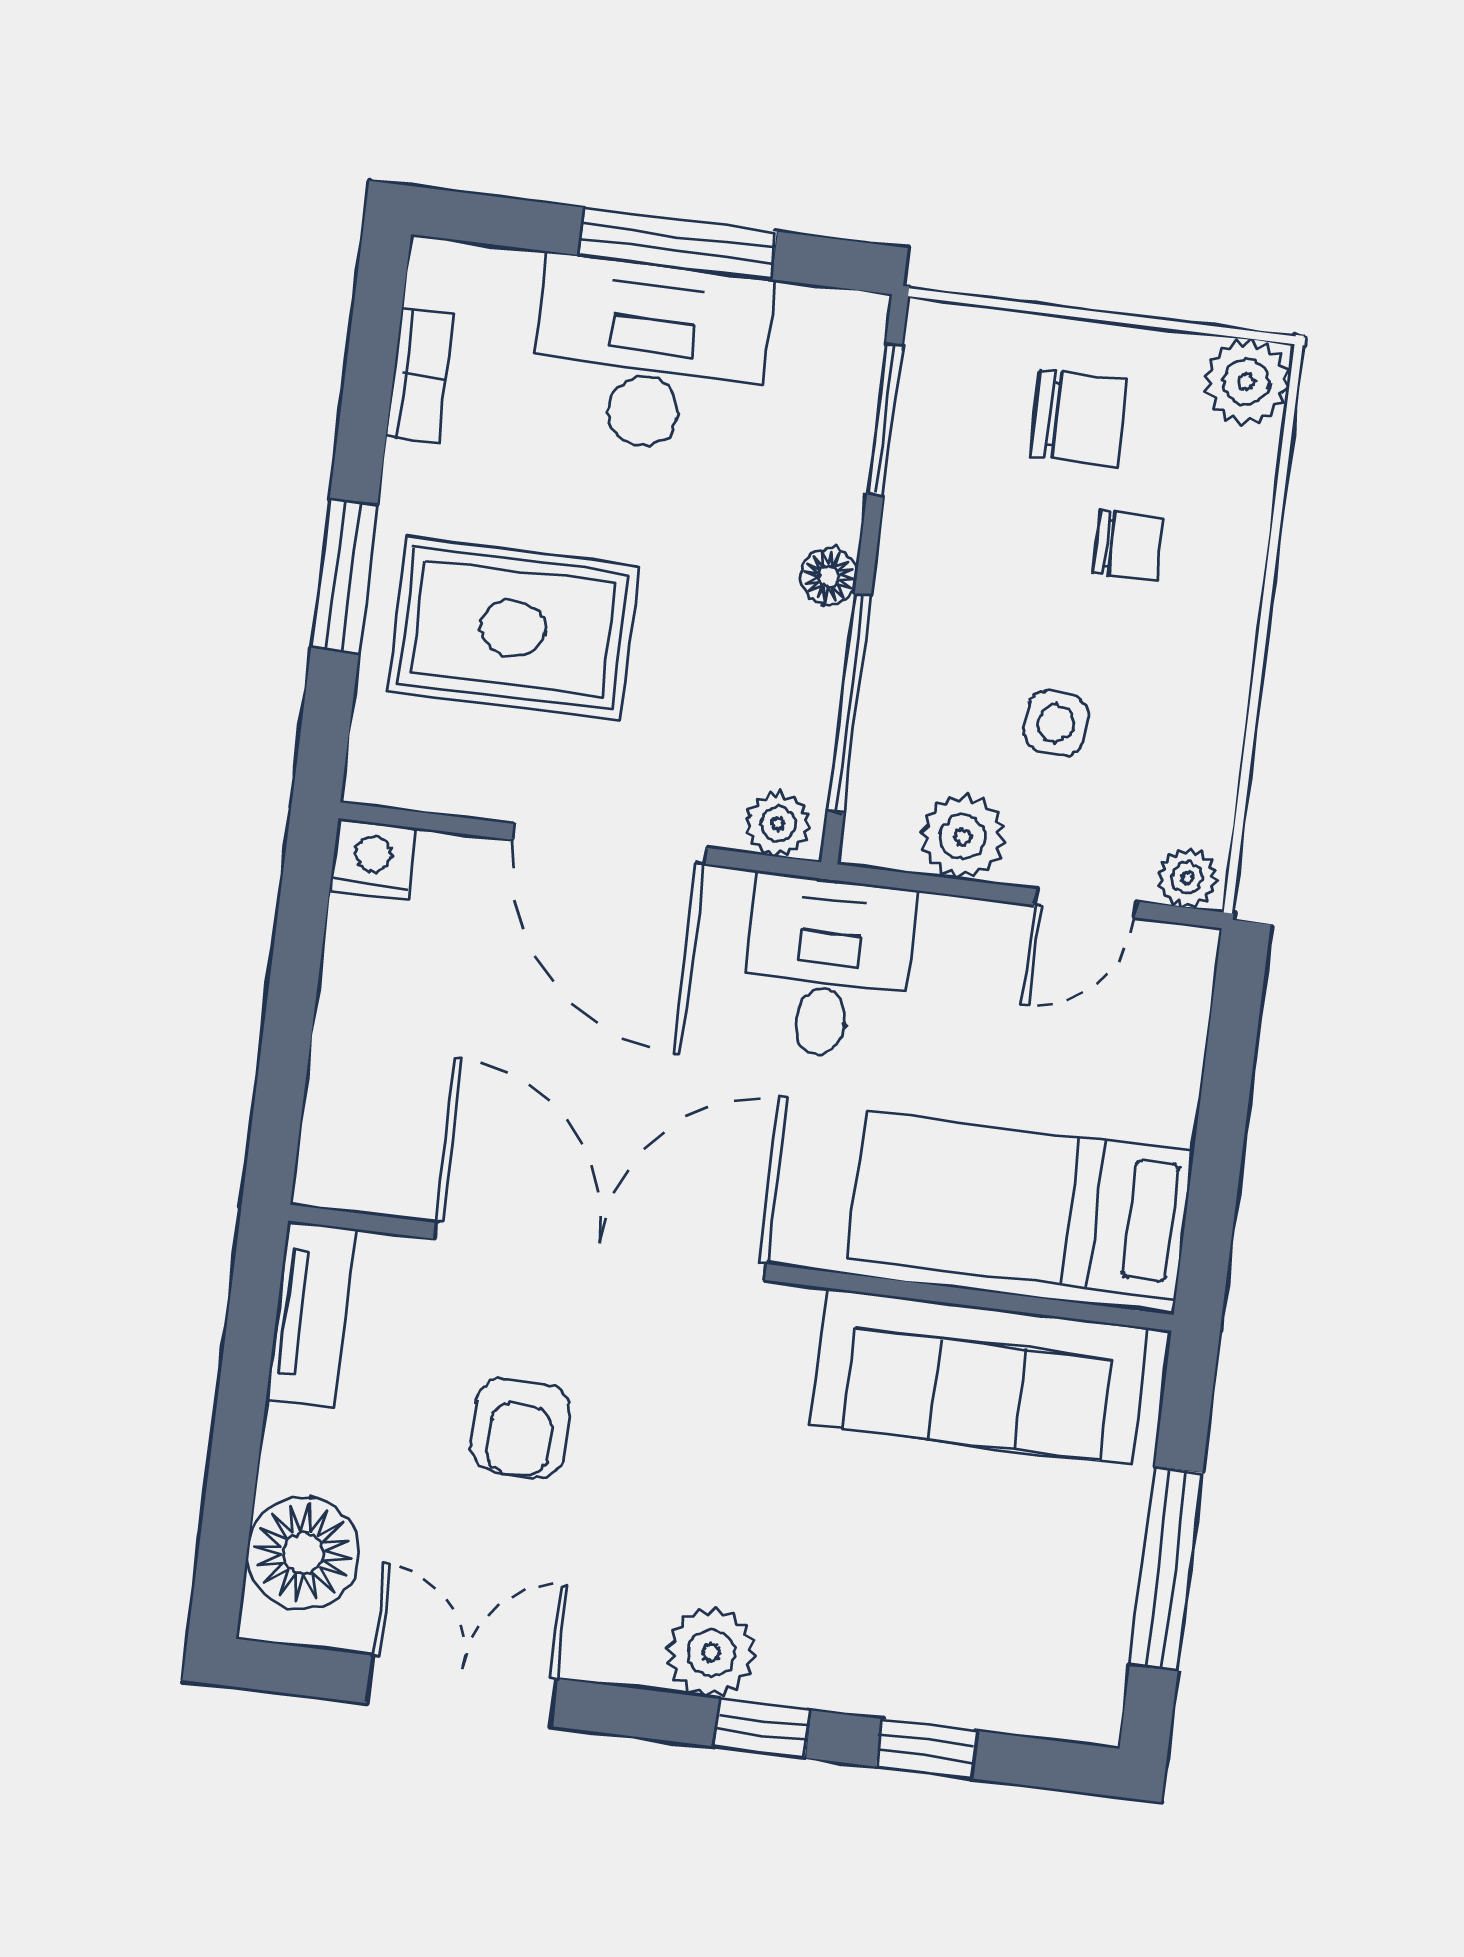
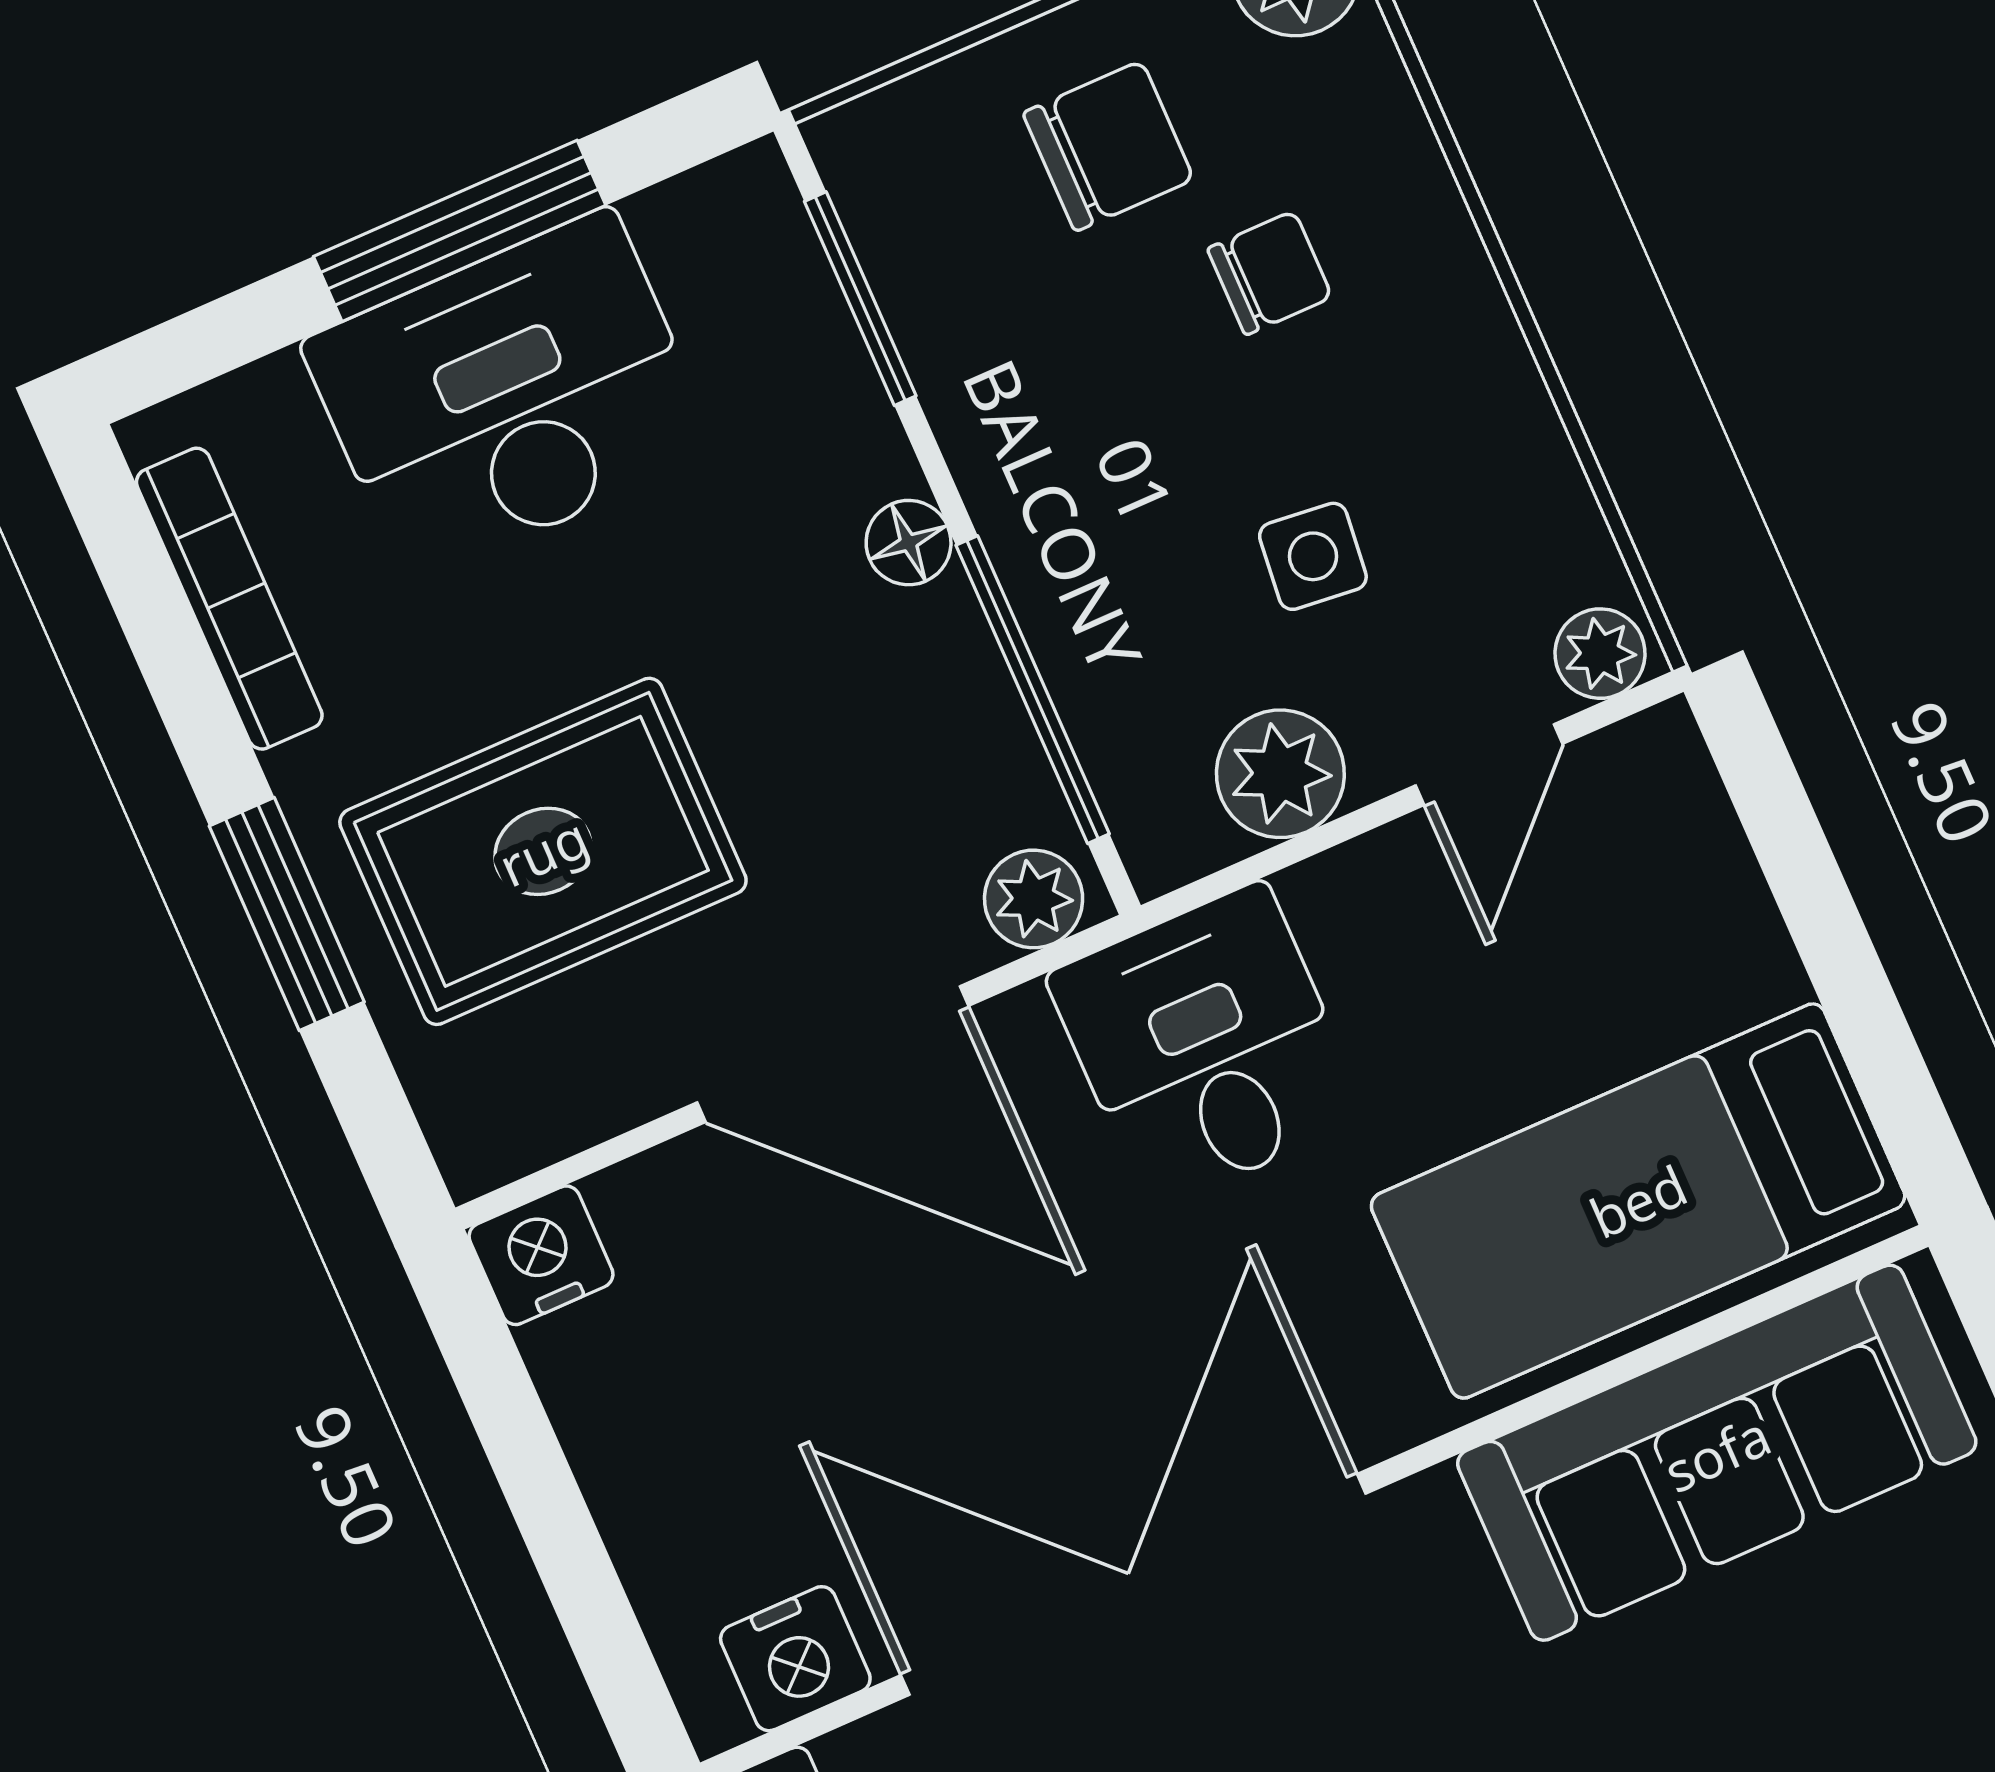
bookcase: (420, 375) -> (229, 599), width x1.56
nightstand: (380, 1178) -> (795, 1659), added

